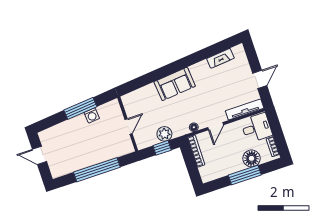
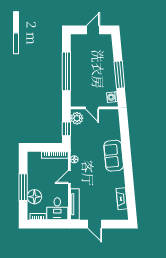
washing machine: (92, 115) -> (112, 97), moved
door: (216, 126) -> (69, 177), hinge flipped
plant: (164, 134) -> (77, 118), moved

